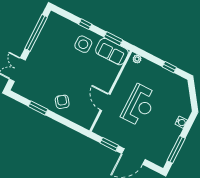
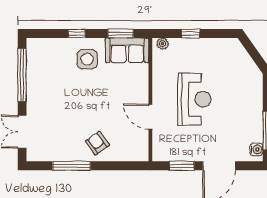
window: (169, 67) -> (191, 33), moved
window: (38, 108) -> (71, 166), width x1.44
water cooler: (181, 122) -> (256, 149), moved

